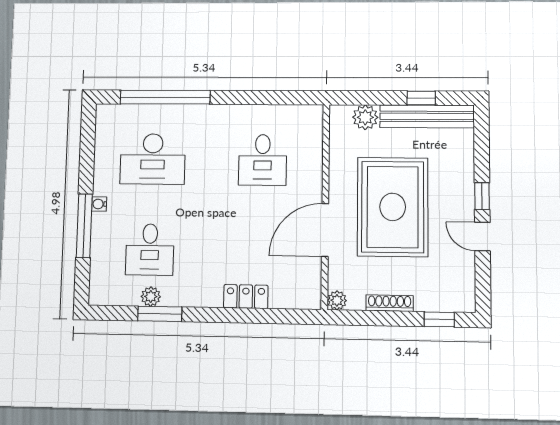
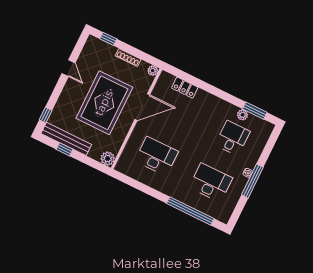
plant: (365, 117) -> (108, 159), moved
desk: (263, 160) -> (156, 156), width x1.37
window: (482, 196) -> (46, 115), moved
window: (84, 226) -> (252, 181), moved
locker: (246, 297) -> (185, 88), moved
window: (160, 314) -> (255, 111), moved

